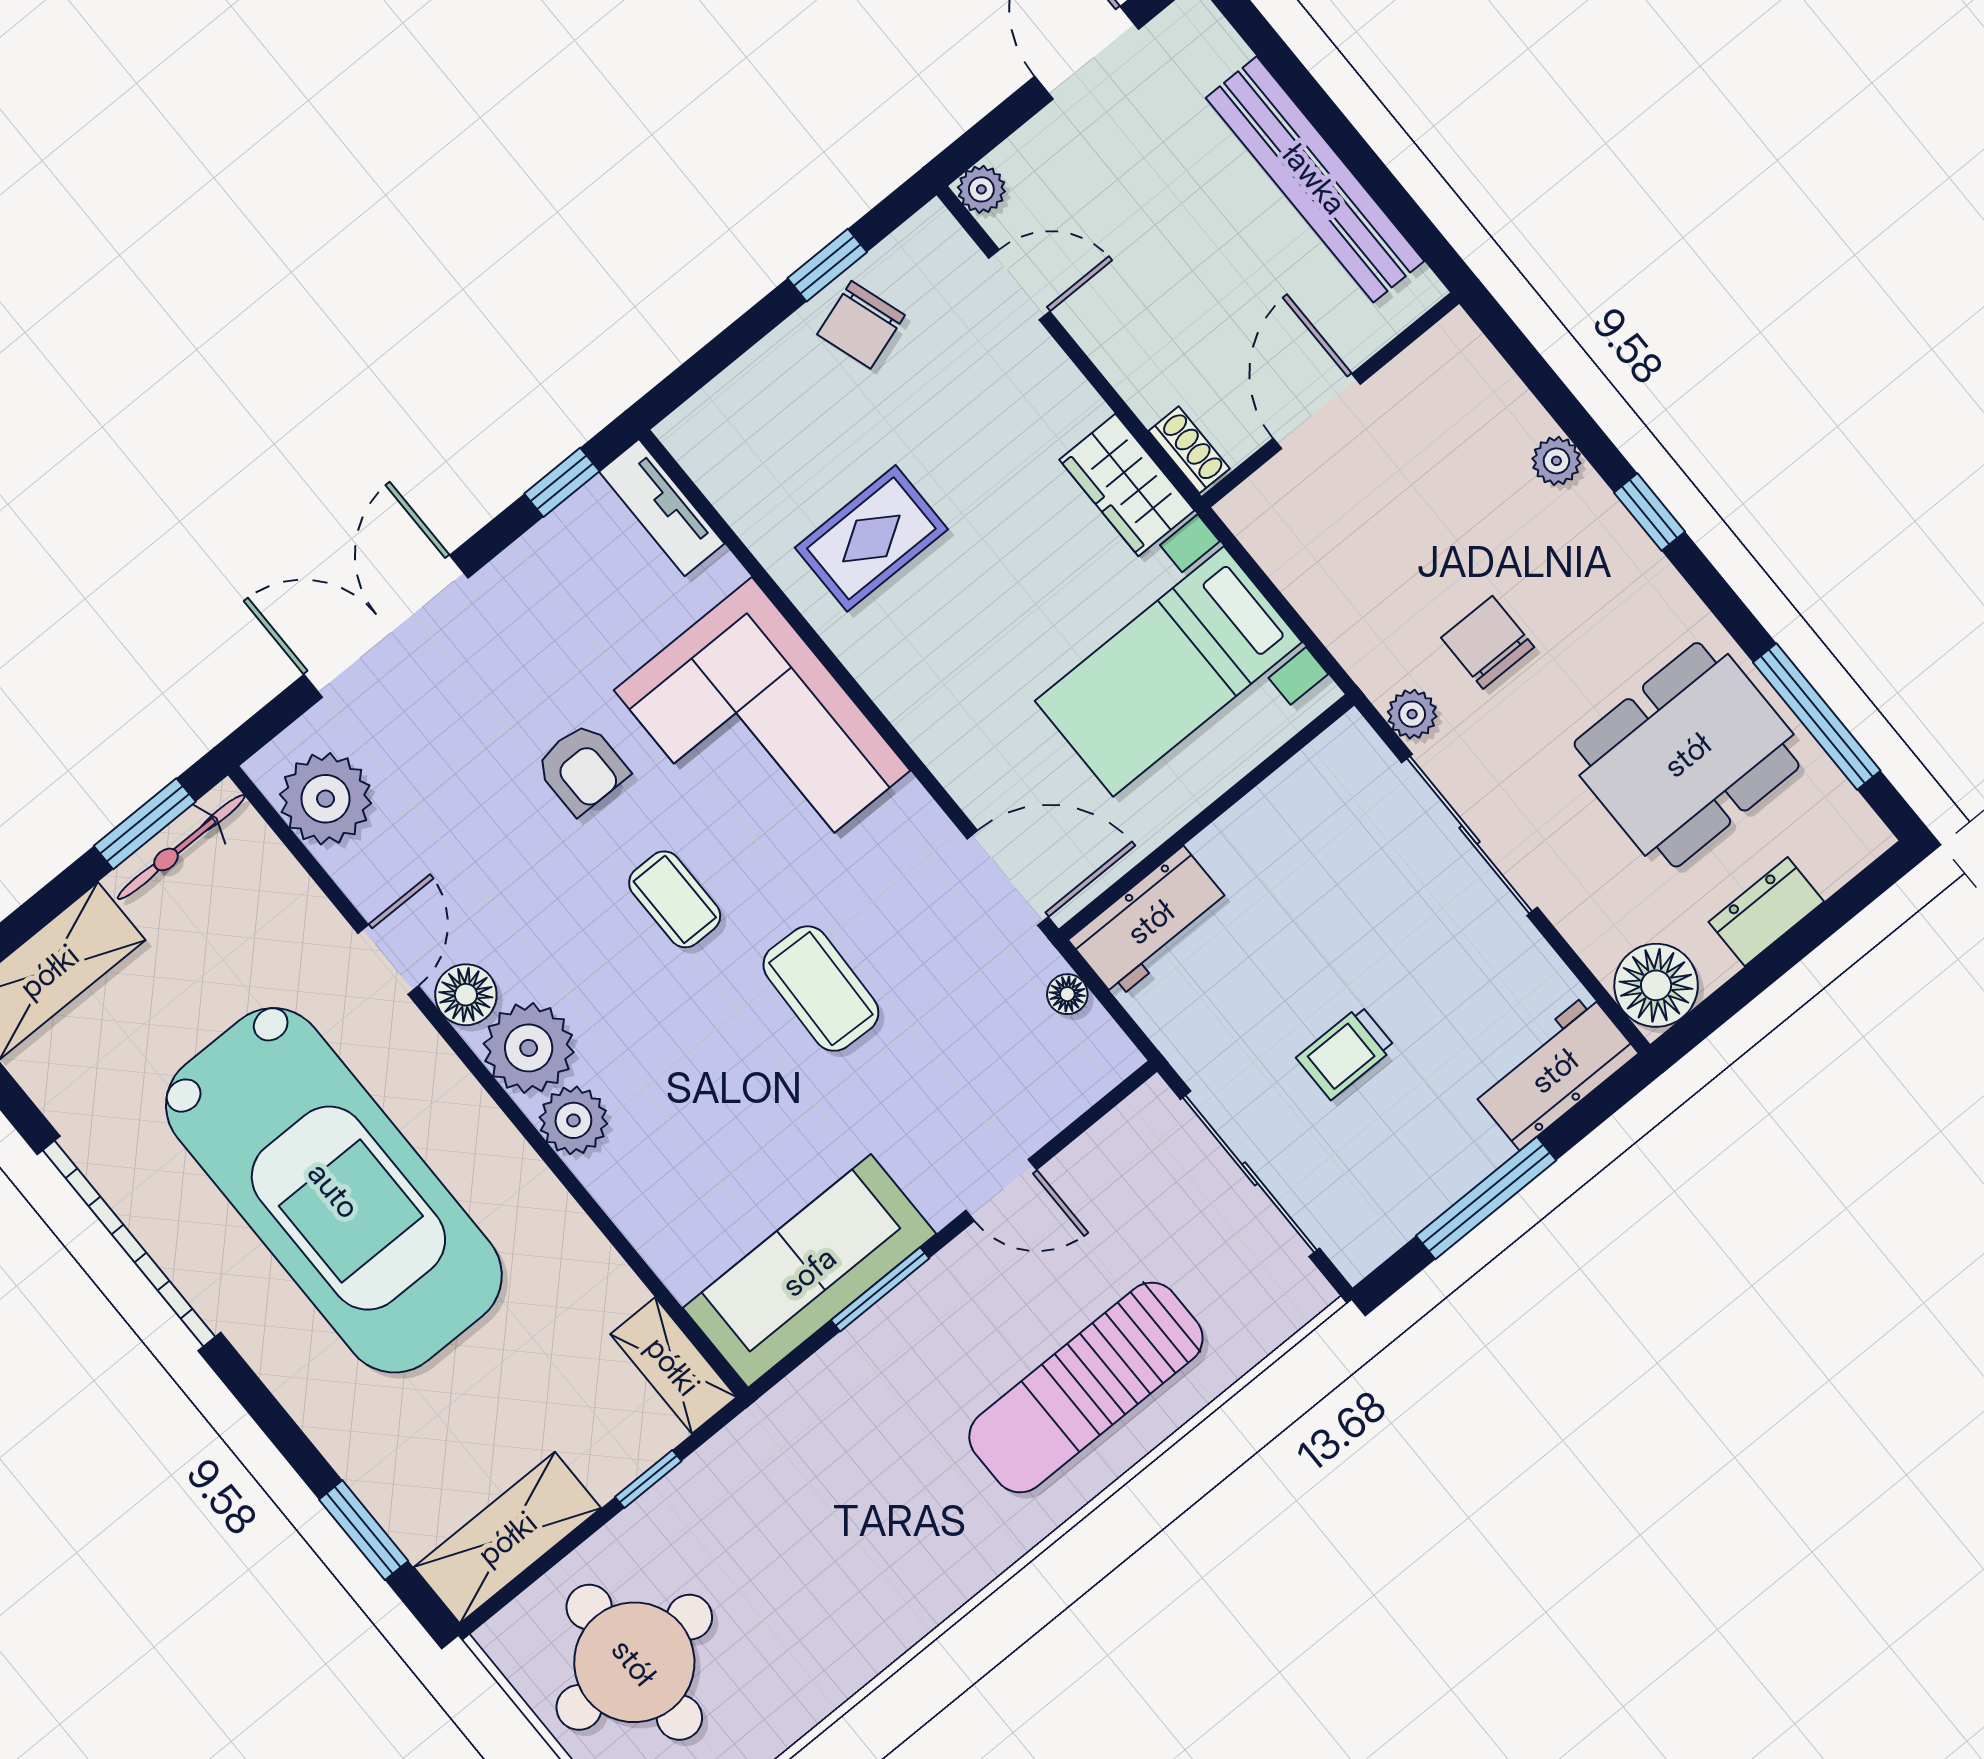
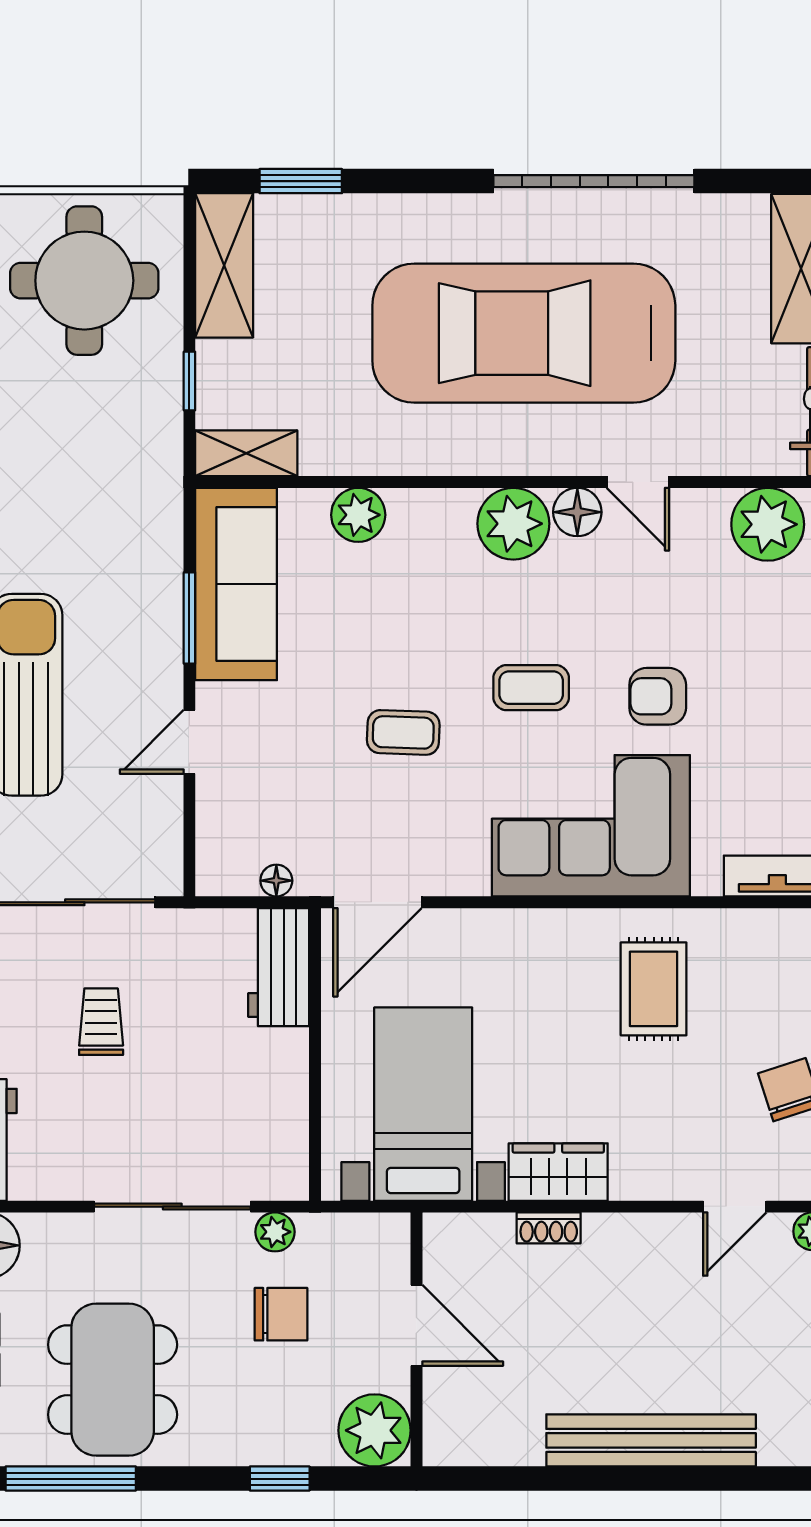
wall: (1330, 400) -> (416, 1339), moved
door: (1317, 411) -> (416, 1325), moved
plant: (1556, 461) -> (375, 1430), width x1.88, depth x1.88
coffee table: (821, 989) -> (403, 732), width x0.73, depth x0.77
plant: (573, 1120) -> (358, 515), moved

